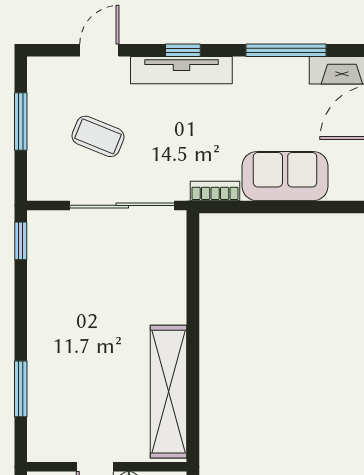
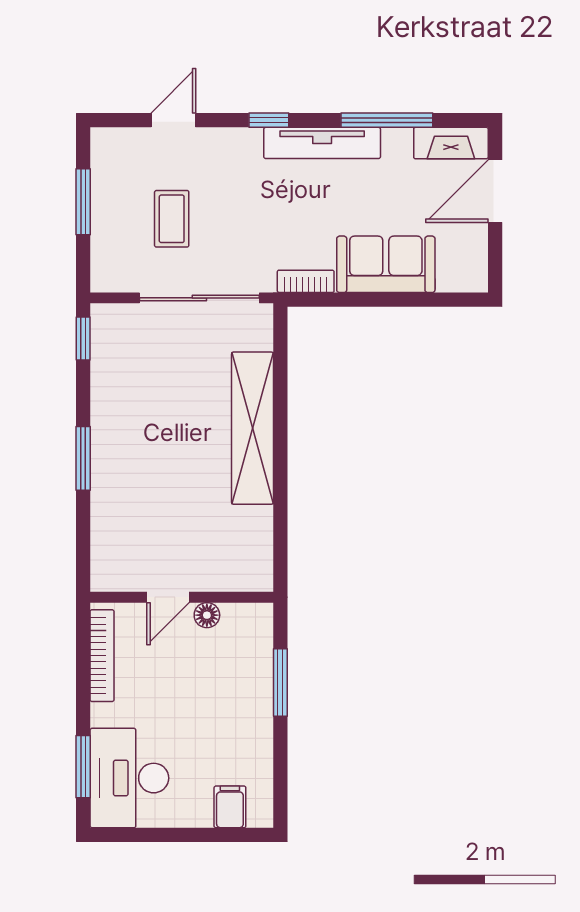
tv unit: (181, 70) -> (322, 143), moved
coffee table: (98, 136) -> (172, 219), turned 68
window: (21, 389) -> (83, 458), moved
shelving: (169, 392) -> (253, 428), moved

